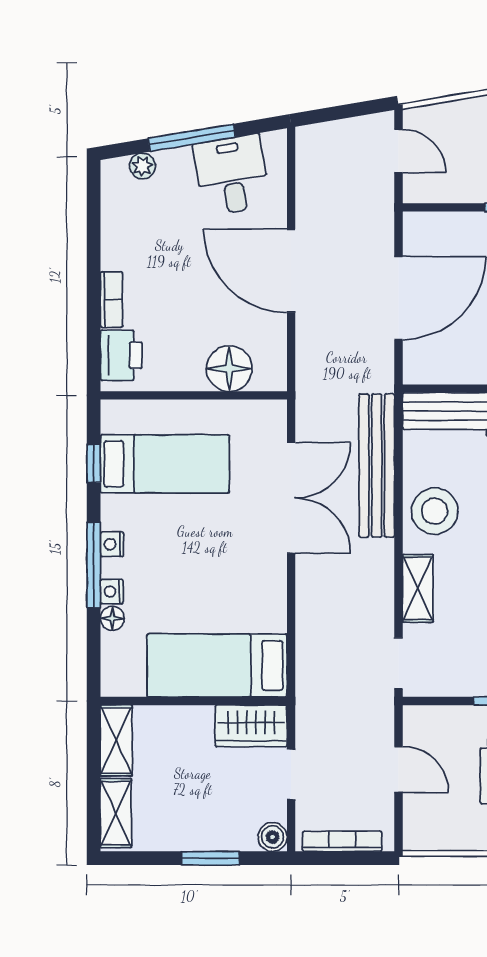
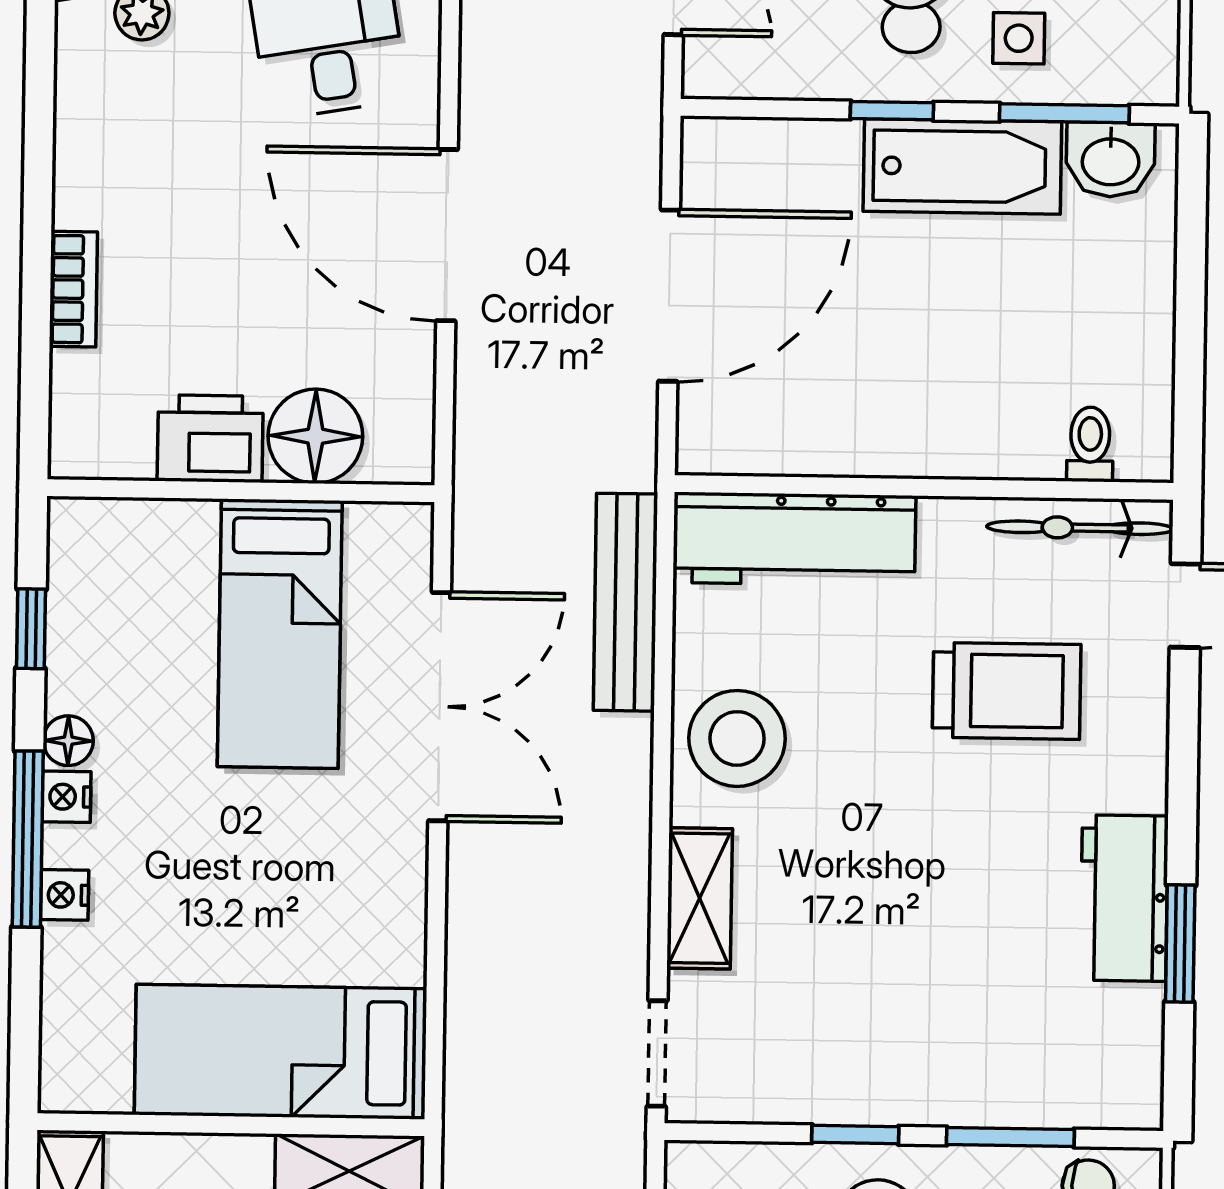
printer: (121, 355) -> (210, 439), moved, turned -90
bed: (165, 464) -> (280, 634), moved, turned 90
bench: (377, 465) -> (625, 602), width x0.73, depth x0.82
floor lamp: (112, 618) -> (68, 741), moved

